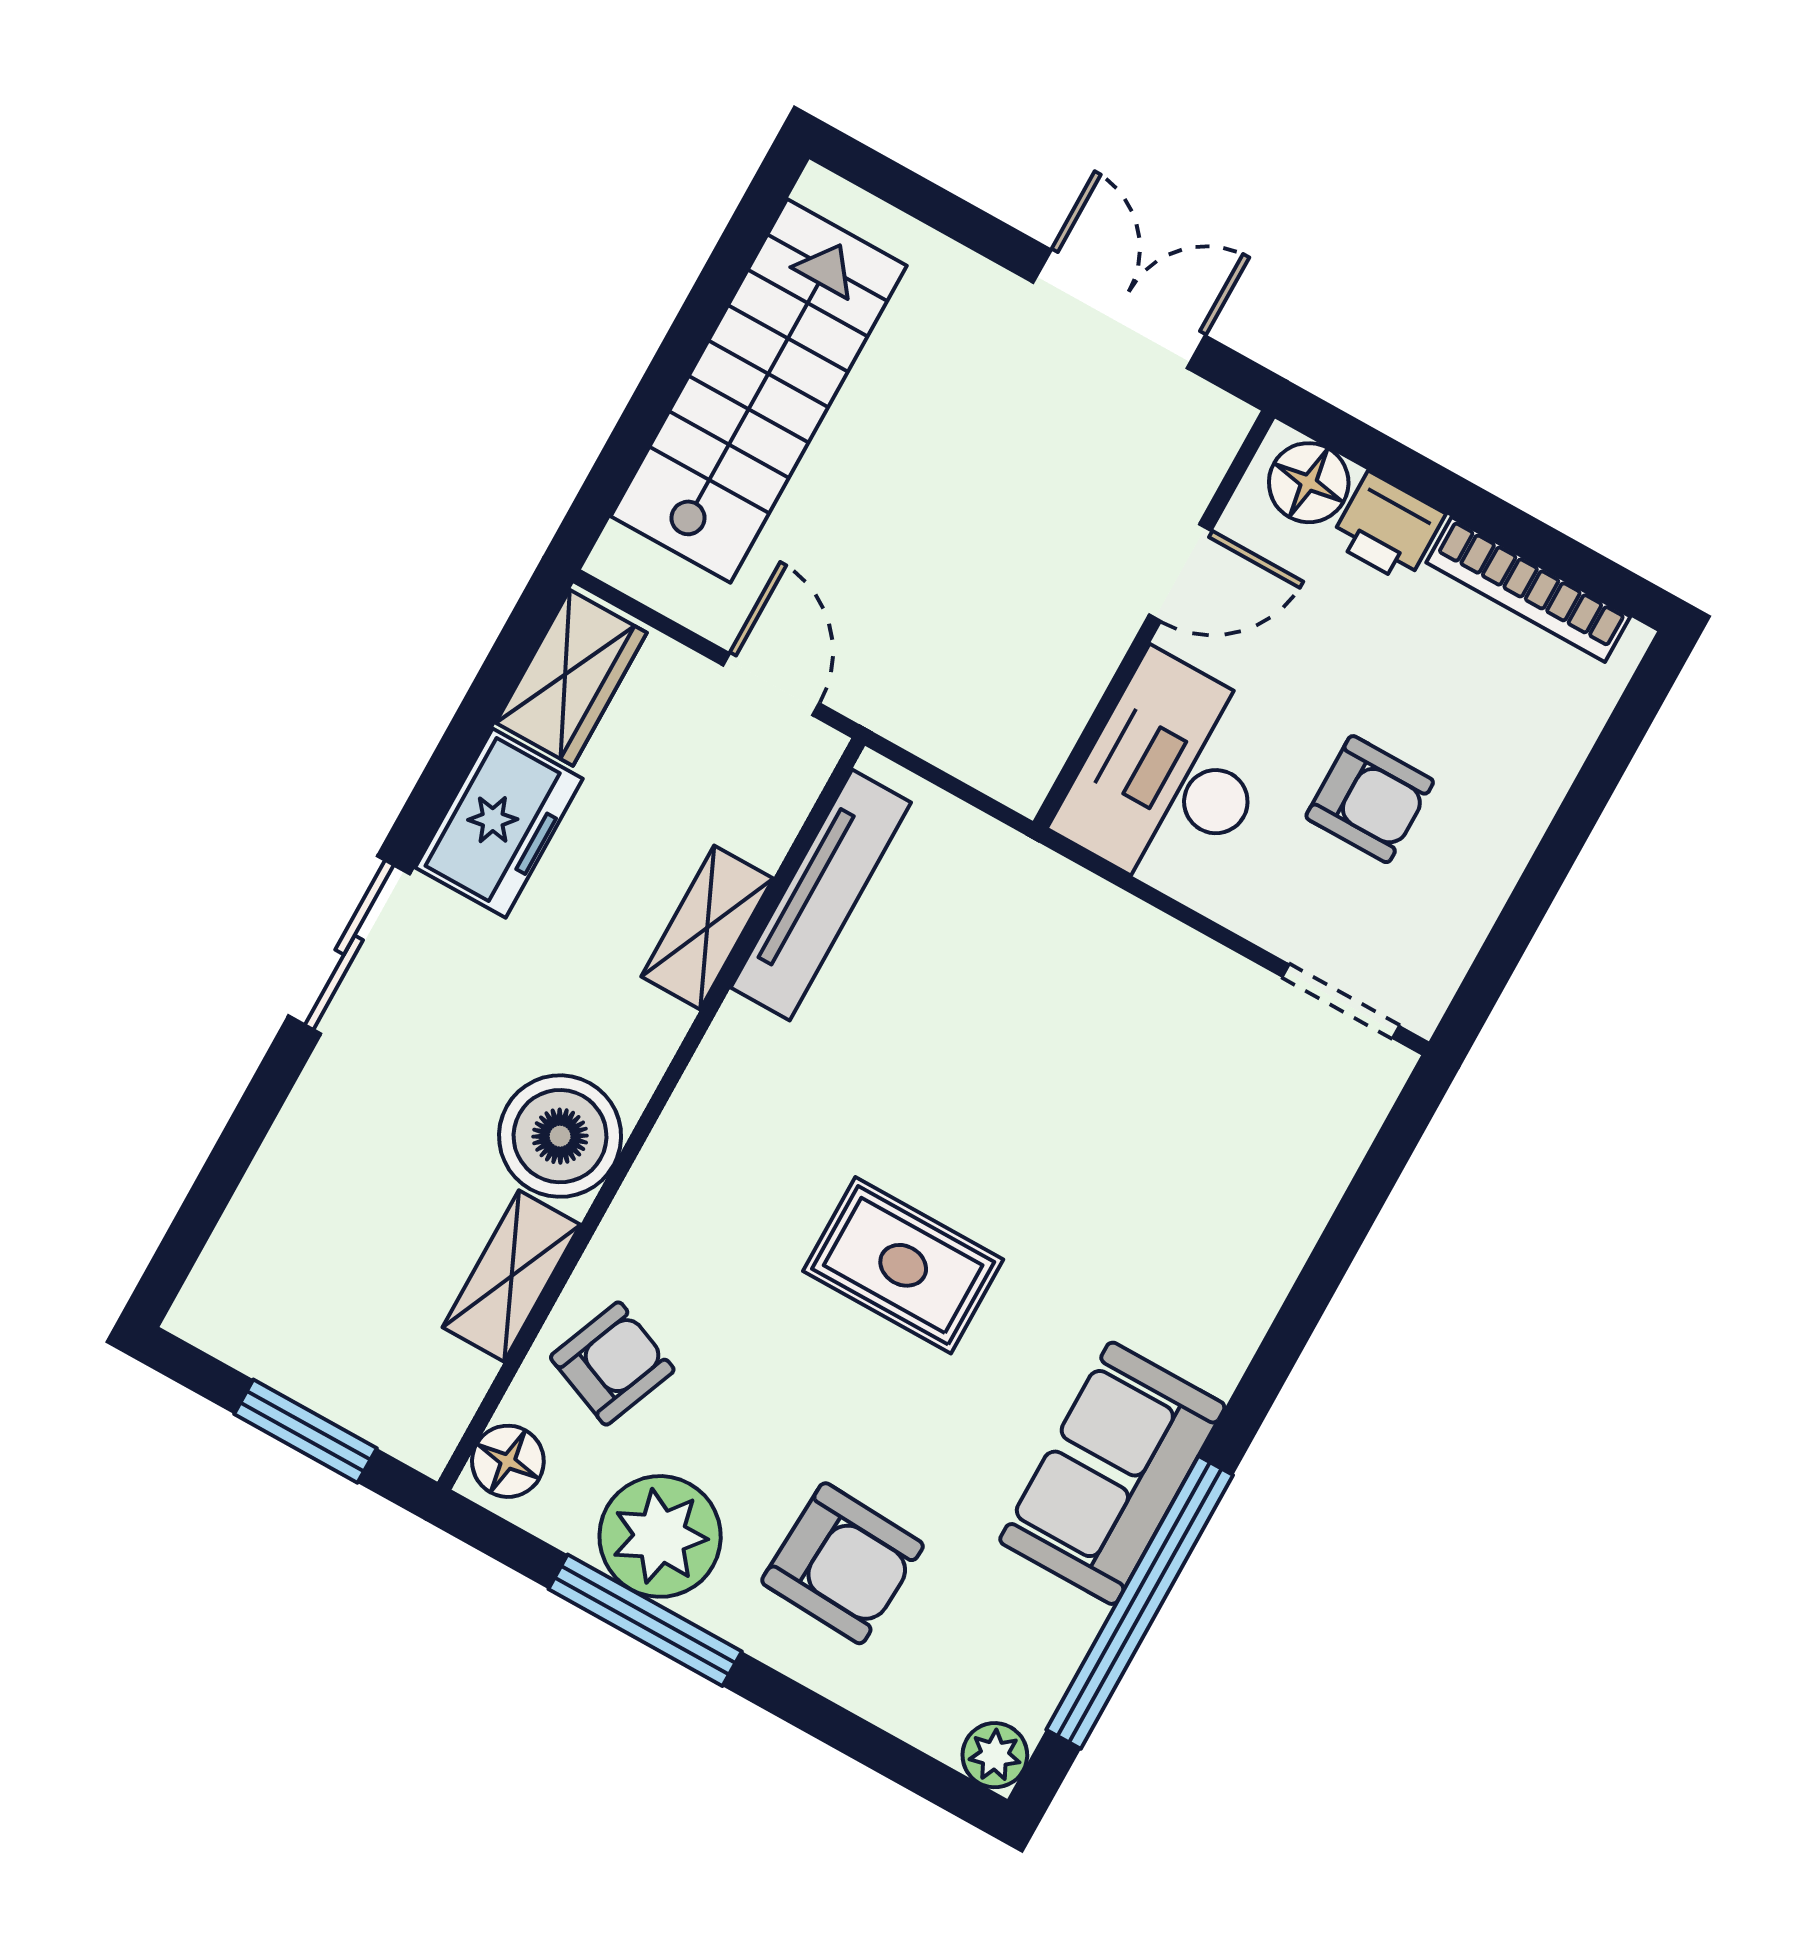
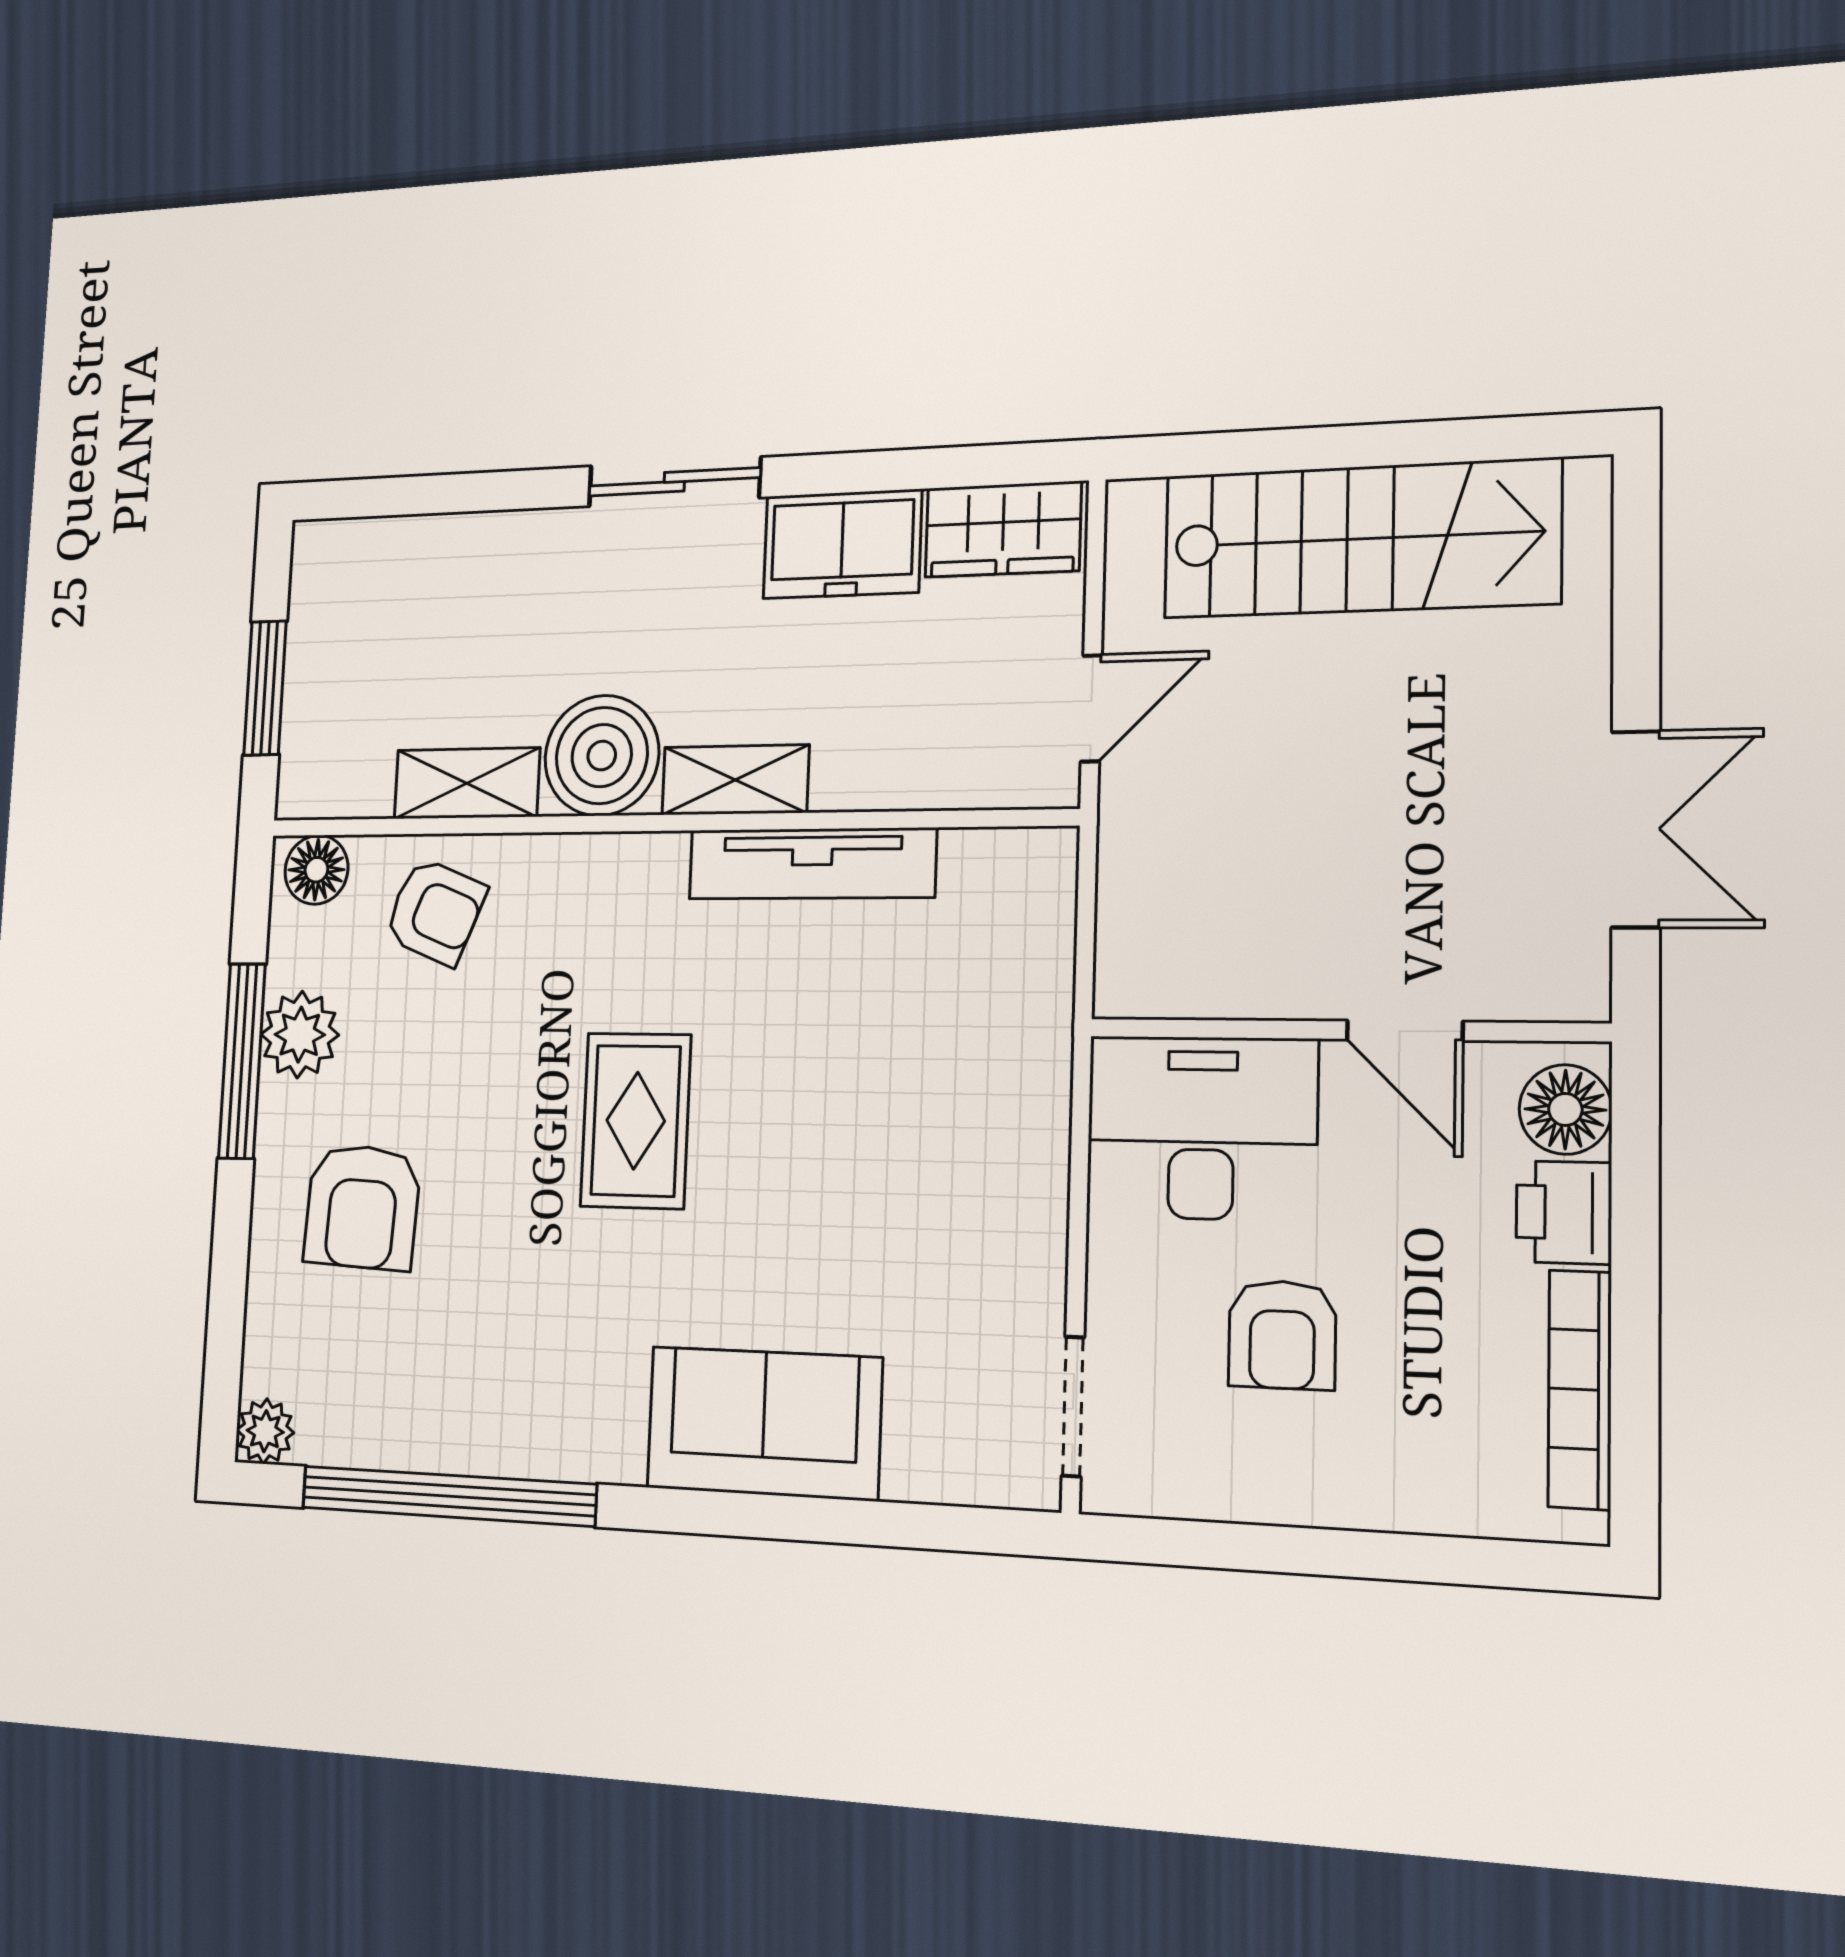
tv unit: (821, 895) -> (812, 864), moved
shelving: (707, 928) -> (735, 780), moved
sofa: (1112, 1473) -> (764, 1423), moved
plant: (660, 1536) -> (300, 1035), width x0.73, depth x0.73

